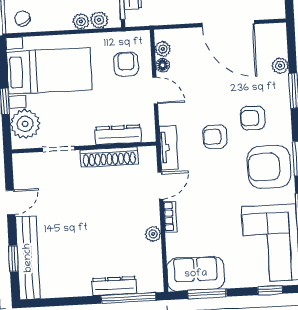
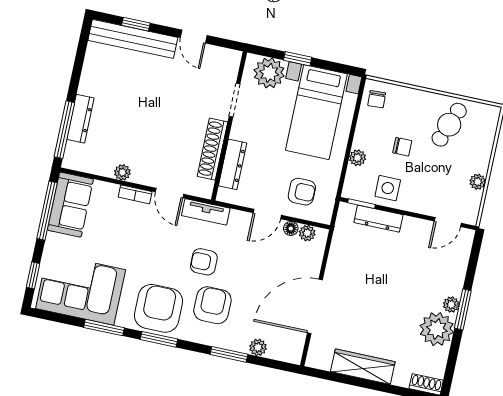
chair: (22, 19) -> (377, 99), turned 116
plant: (99, 20) -> (354, 177), removed
armchair: (253, 118) -> (212, 305), width x1.38, depth x1.38
armchair: (215, 137) -> (204, 262), turned -90
window: (207, 294) -> (47, 211), width x1.44

